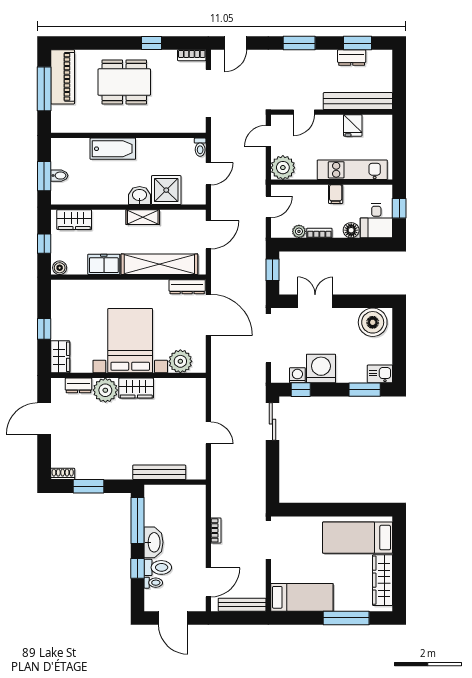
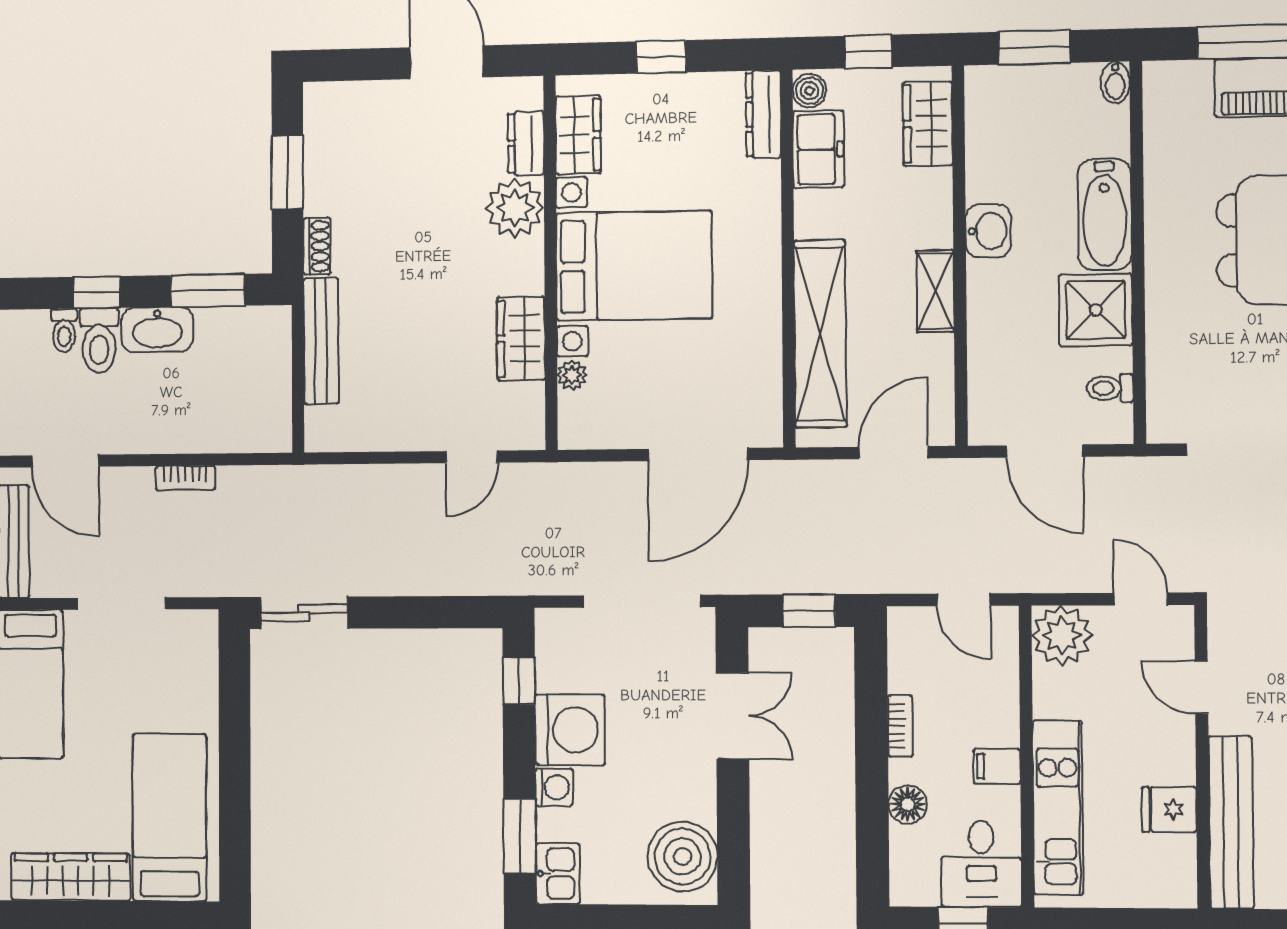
toilet: (200, 147) -> (1110, 388), moved
door: (208, 174) -> (1045, 451), width x1.38
bidet: (59, 176) -> (1115, 83), moved
shower: (166, 190) -> (1096, 310), moved
washbasin: (140, 196) -> (988, 231), moved
desk: (376, 221) -> (981, 864), moved, turned -90
plant: (299, 231) -> (904, 676), removed
door: (208, 235) -> (893, 453), swing flipped
freezer: (104, 264) -> (818, 149), moved
dresser: (187, 287) -> (764, 114), moved
wardrobe: (60, 357) -> (578, 135), moved, turned -90
plant: (180, 361) -> (572, 375), width x0.53, depth x0.53
washing machine: (297, 375) -> (554, 787), moved
wardrobe: (136, 388) -> (521, 338), moved
sliding door: (272, 422) -> (304, 613), moved
door: (208, 433) -> (472, 457), moved
shoe rack: (63, 474) -> (317, 246), moved
window: (137, 521) -> (208, 290), width x0.69
doorway: (268, 540) -> (121, 604), moved

